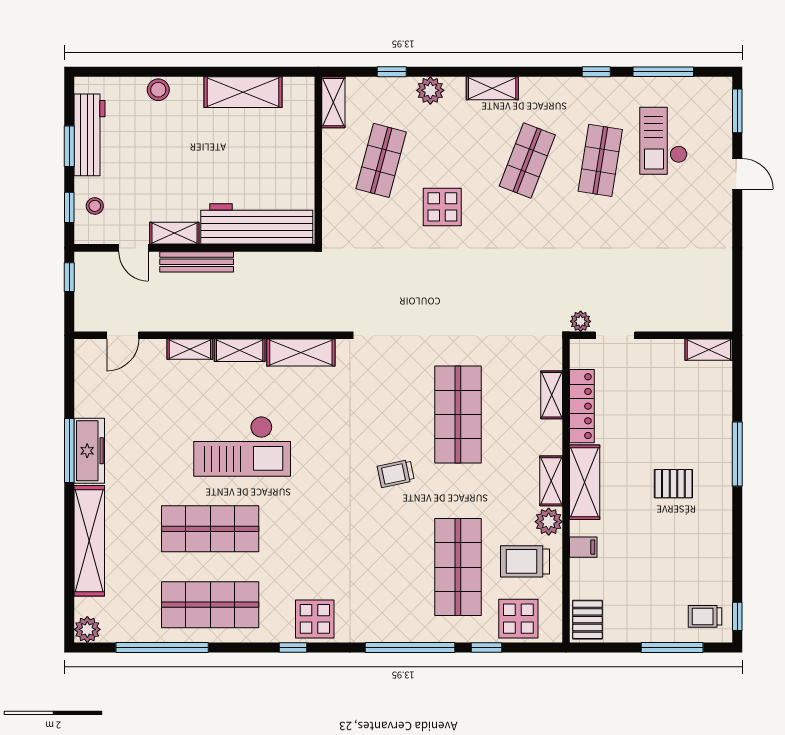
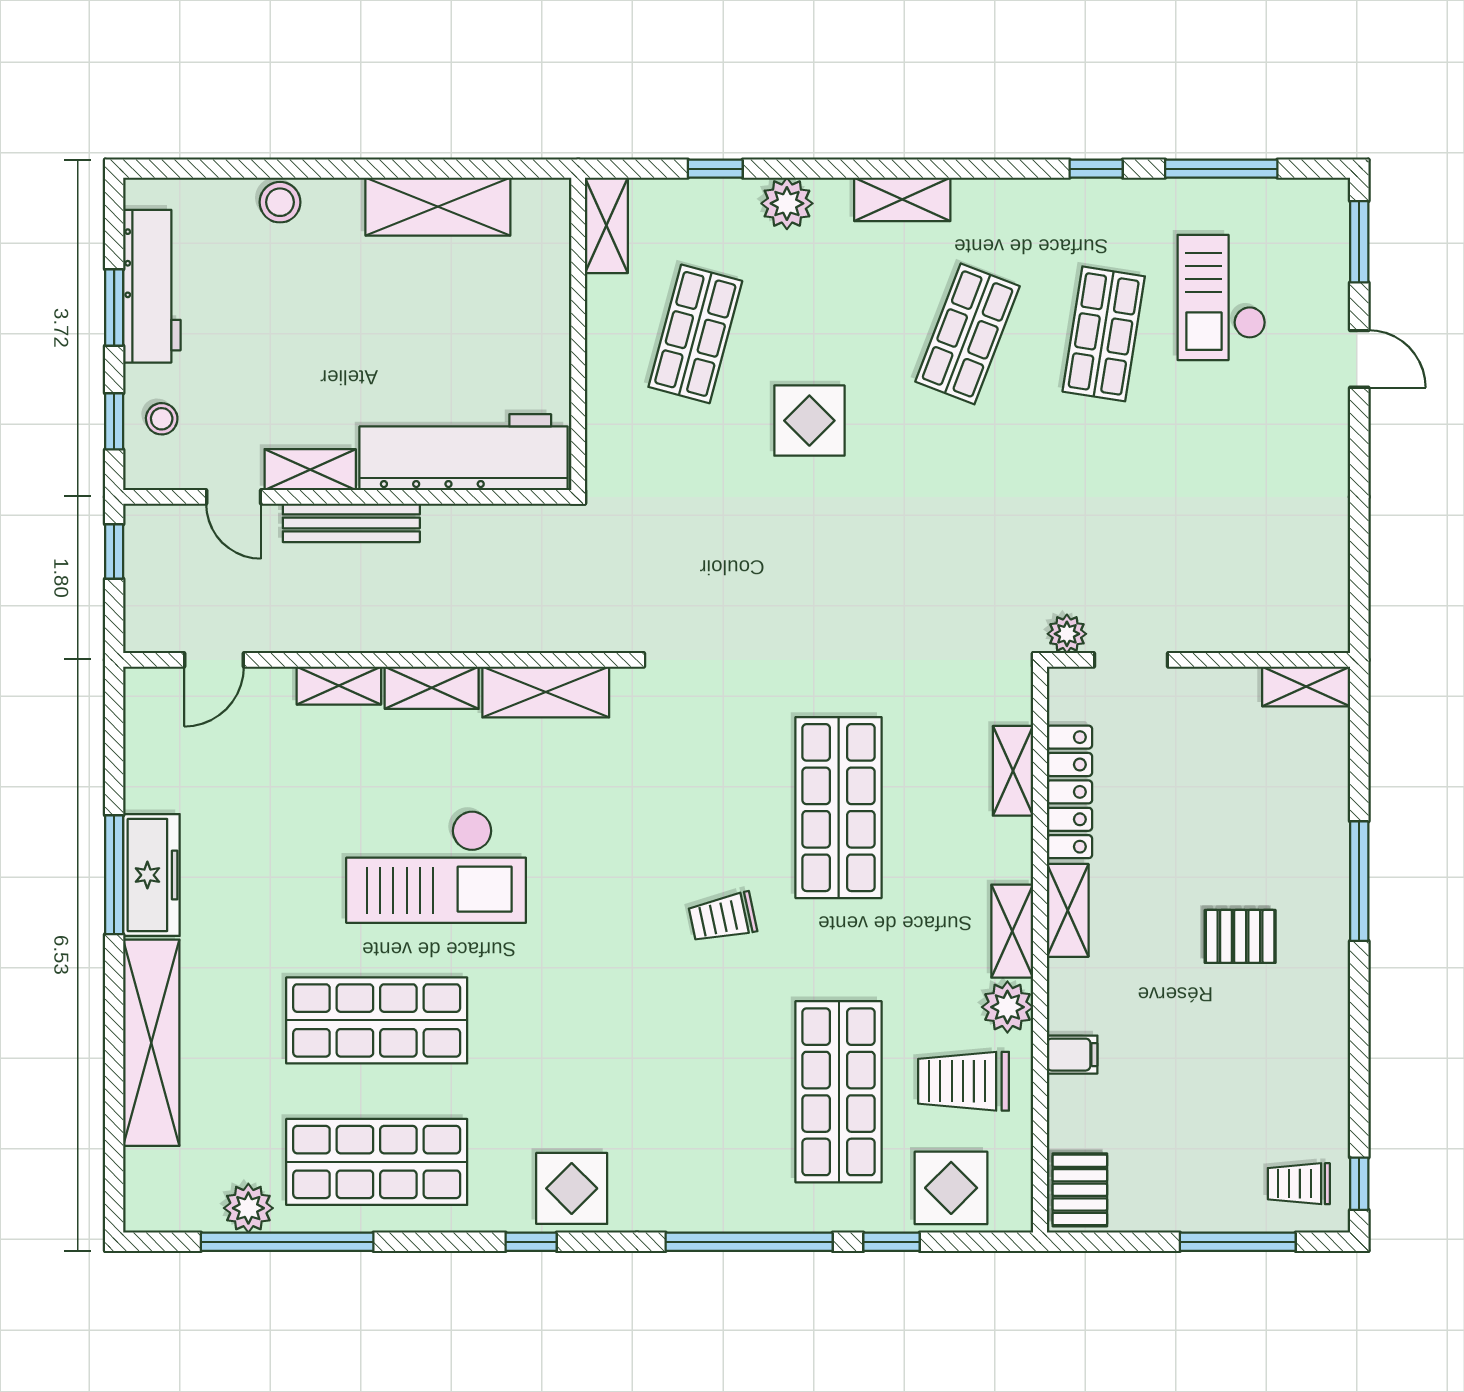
shelving: (585, 482) -> (1068, 910), width x0.67, depth x0.75
plant: (87, 629) -> (248, 1208), moved

